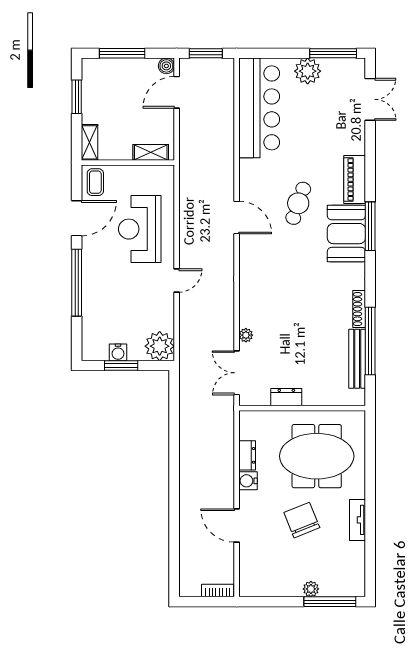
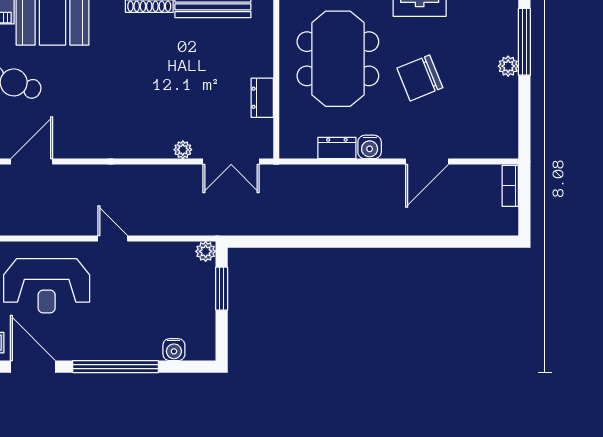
plant: (160, 346) -> (206, 251), width x0.53, depth x0.53
water cooler: (118, 352) -> (174, 350), moved, turned 90
window: (121, 365) -> (222, 289), moved

